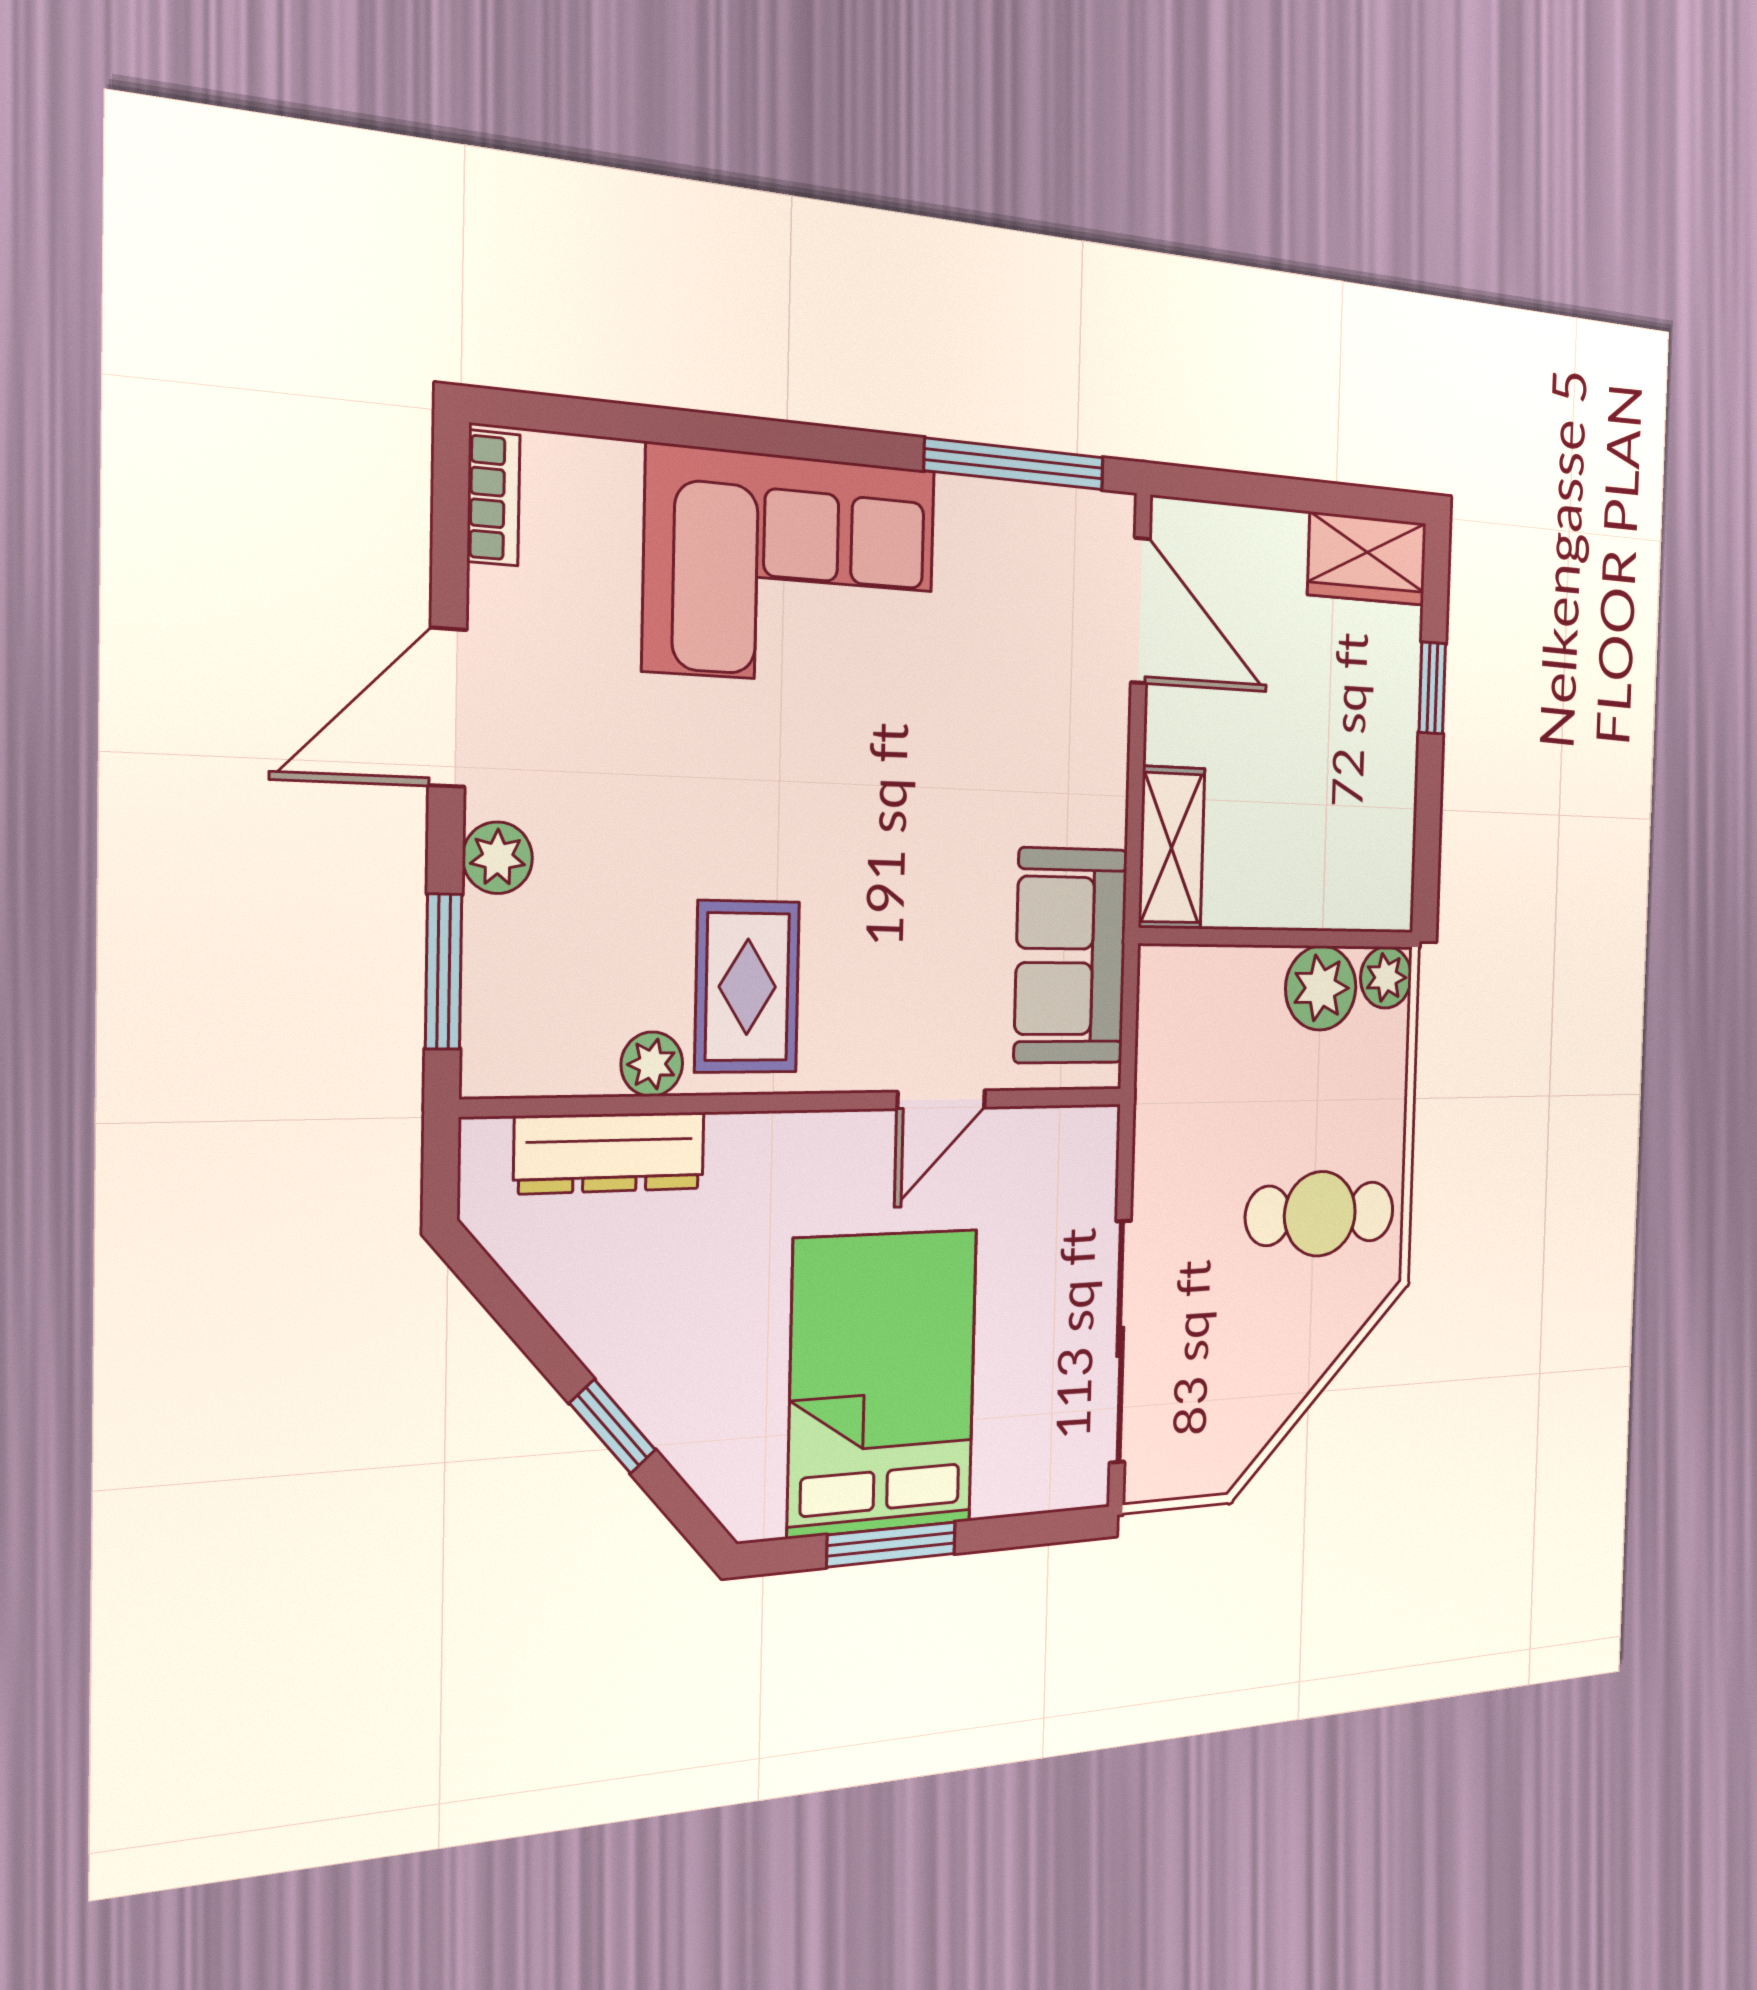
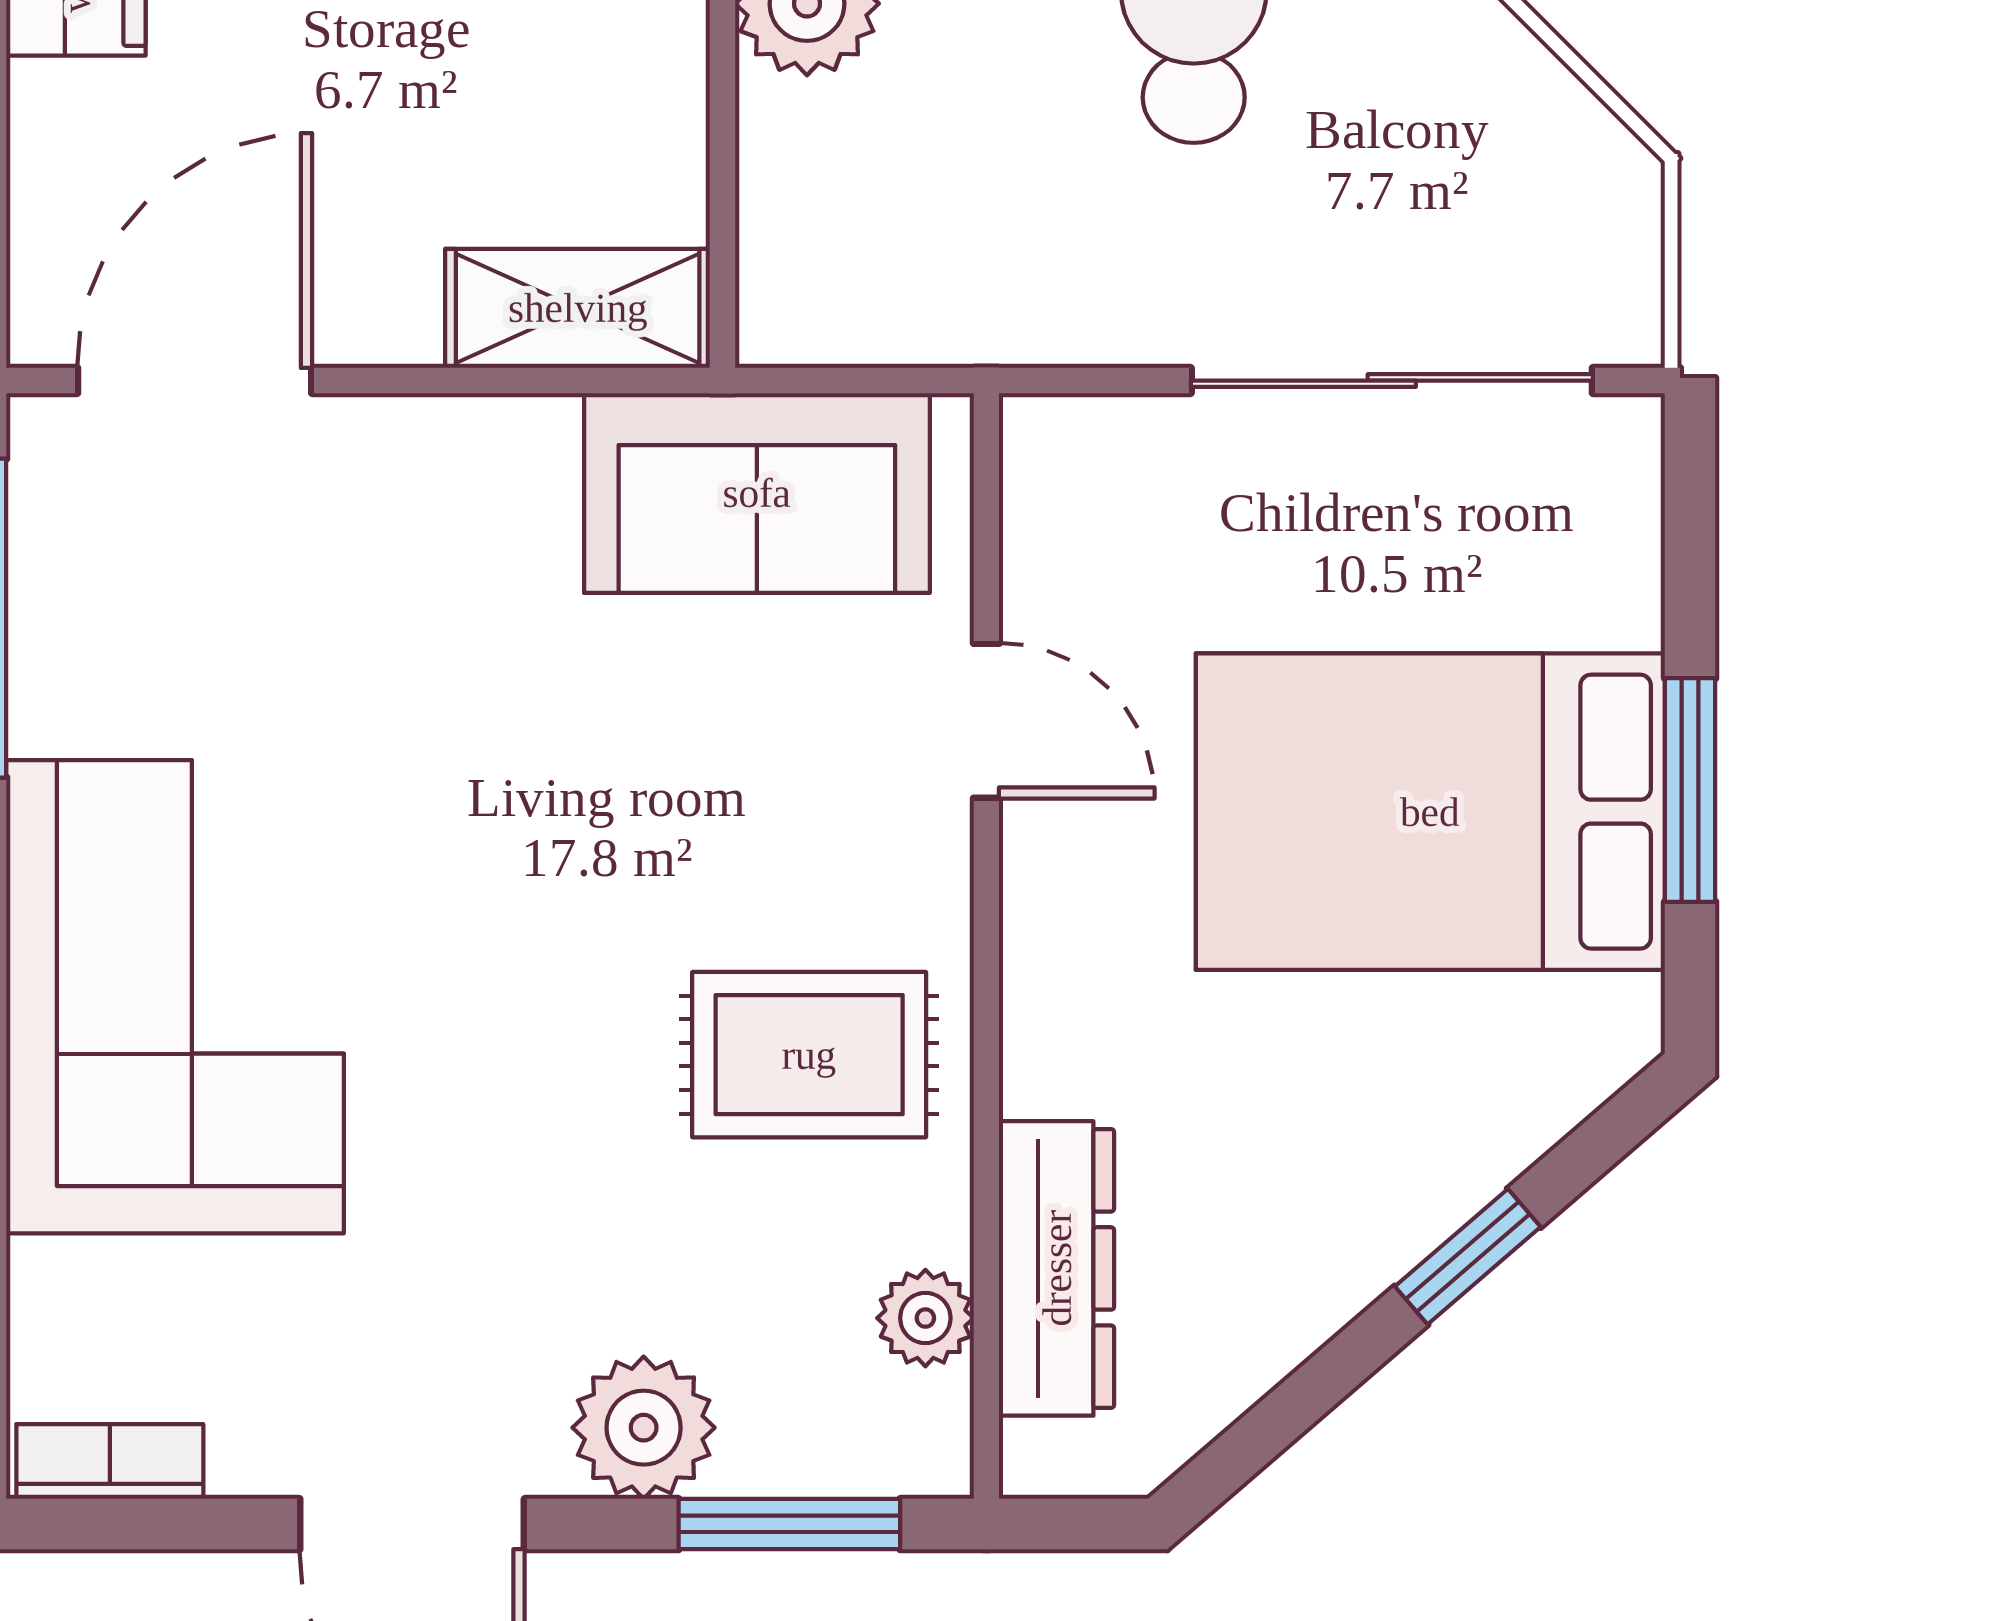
plant: (498, 858) -> (644, 1428), width x1.38, depth x1.38
plant: (652, 1064) -> (925, 1318), moved

